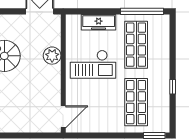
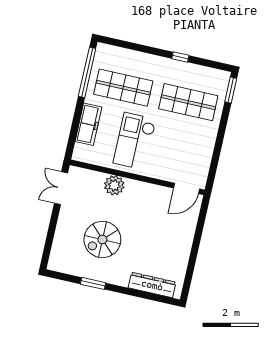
checkout: (93, 64) -> (135, 141), turned 180
door: (63, 117) -> (187, 188), swing flipped

